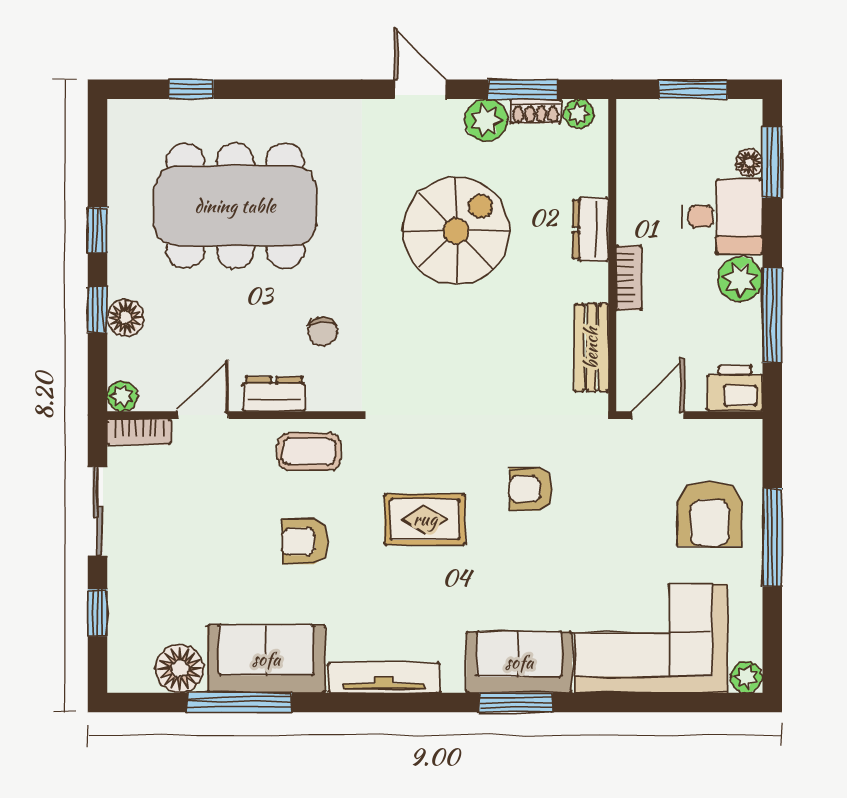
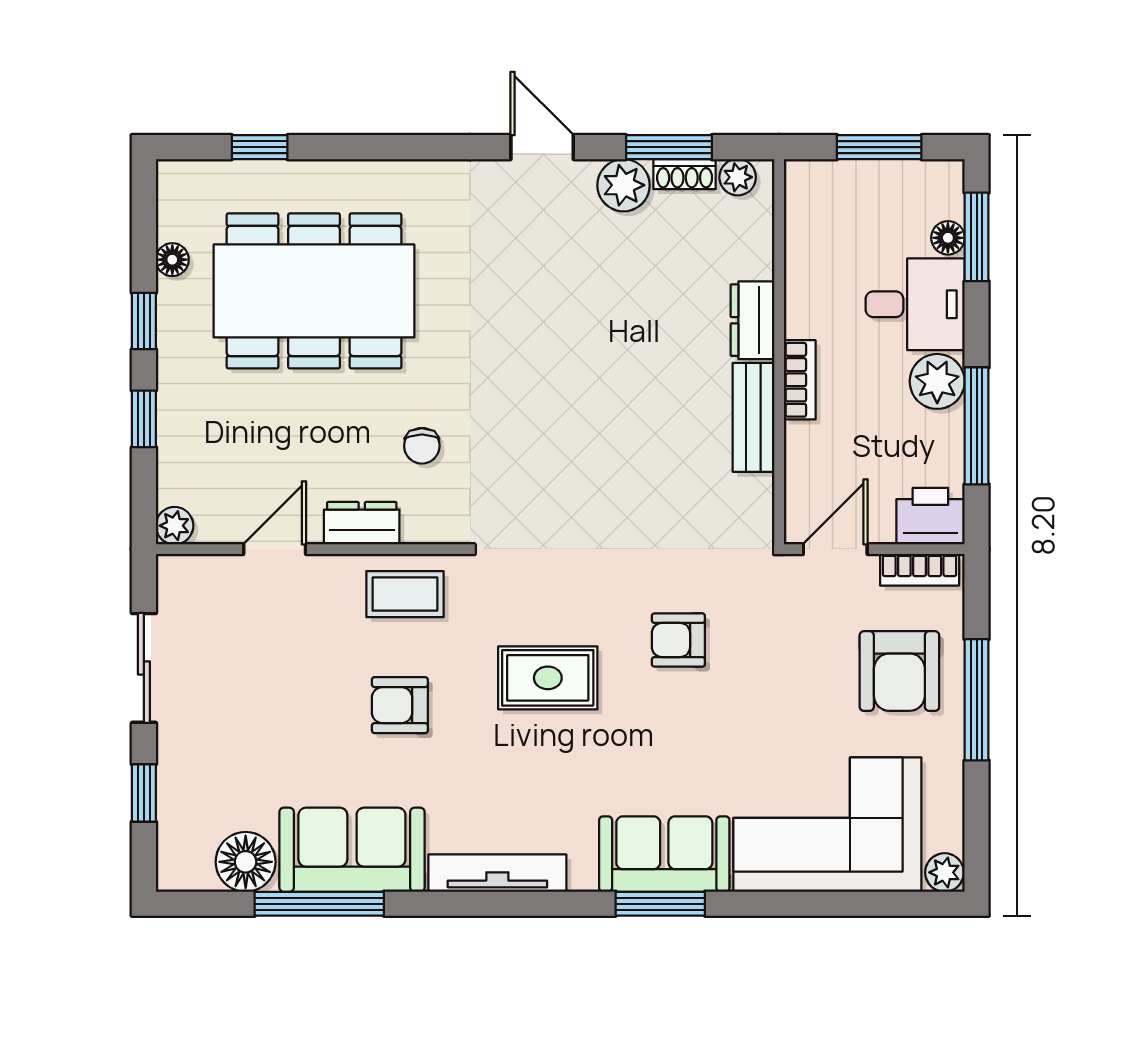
spiral stairs: (456, 231) -> (586, 322), removed
floor lamp: (125, 318) -> (172, 260), moved, width x0.73, depth x0.73
bench: (591, 348) -> (754, 417), moved
bookcase: (139, 432) -> (920, 570), moved

